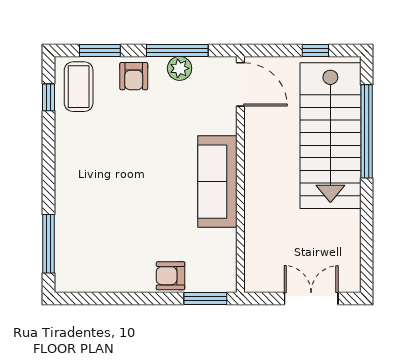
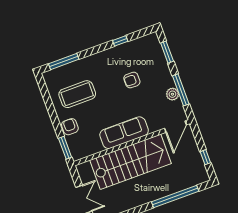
armchair: (134, 76) -> (132, 80), moved
coffee table: (79, 87) -> (77, 94), moved, width x1.36, depth x1.32
window: (48, 97) -> (120, 41), moved
stairs: (330, 136) -> (131, 162), moved, turned 180

